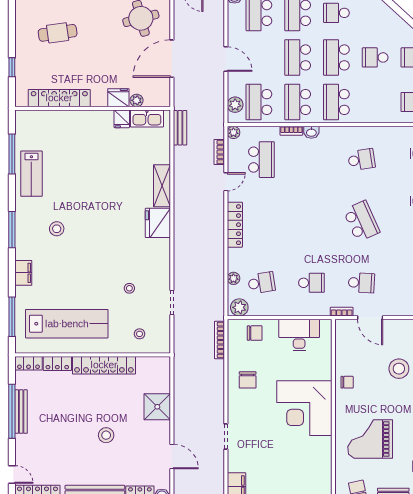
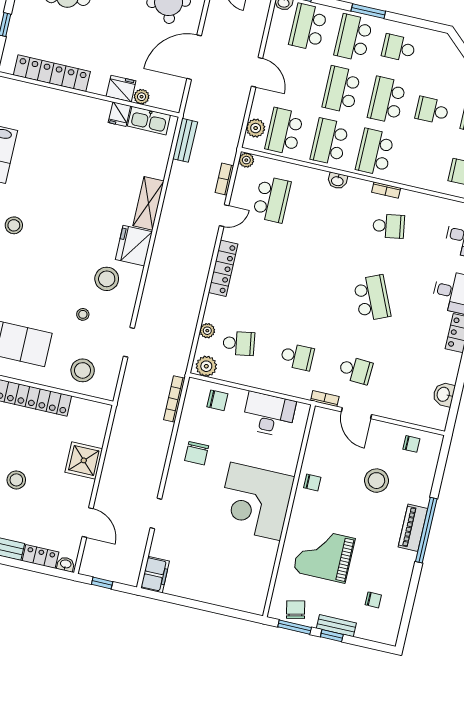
bookcase: (291, 131) -> (386, 190), moved
stool: (142, 255) -> (107, 279), added
stool: (140, 334) -> (83, 370), width x1.89, depth x1.89

